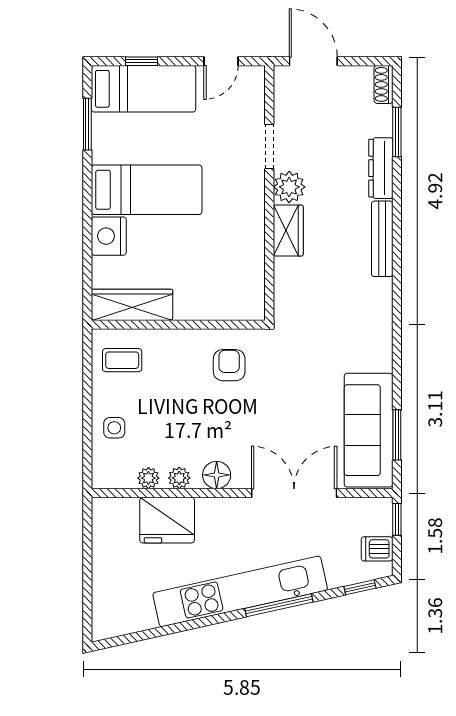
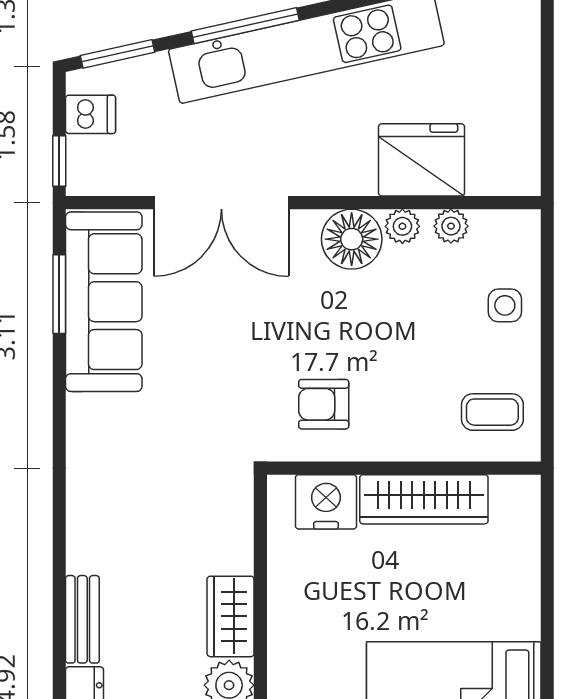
nightstand: (109, 236) -> (326, 502), moved, turned -90
bench: (382, 239) -> (82, 619), width x0.73
wardrobe: (132, 305) -> (424, 499), moved
armchair: (229, 365) -> (324, 404), turned 90
floor lamp: (217, 475) -> (352, 239), width x1.38, depth x1.38
window: (360, 587) -> (117, 54), width x1.50

